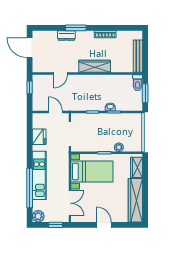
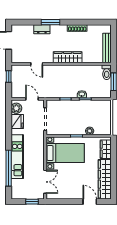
door: (61, 73) -> (37, 64), hinge flipped
plant: (38, 216) -> (16, 108), moved
door: (104, 225) -> (90, 202), moved

